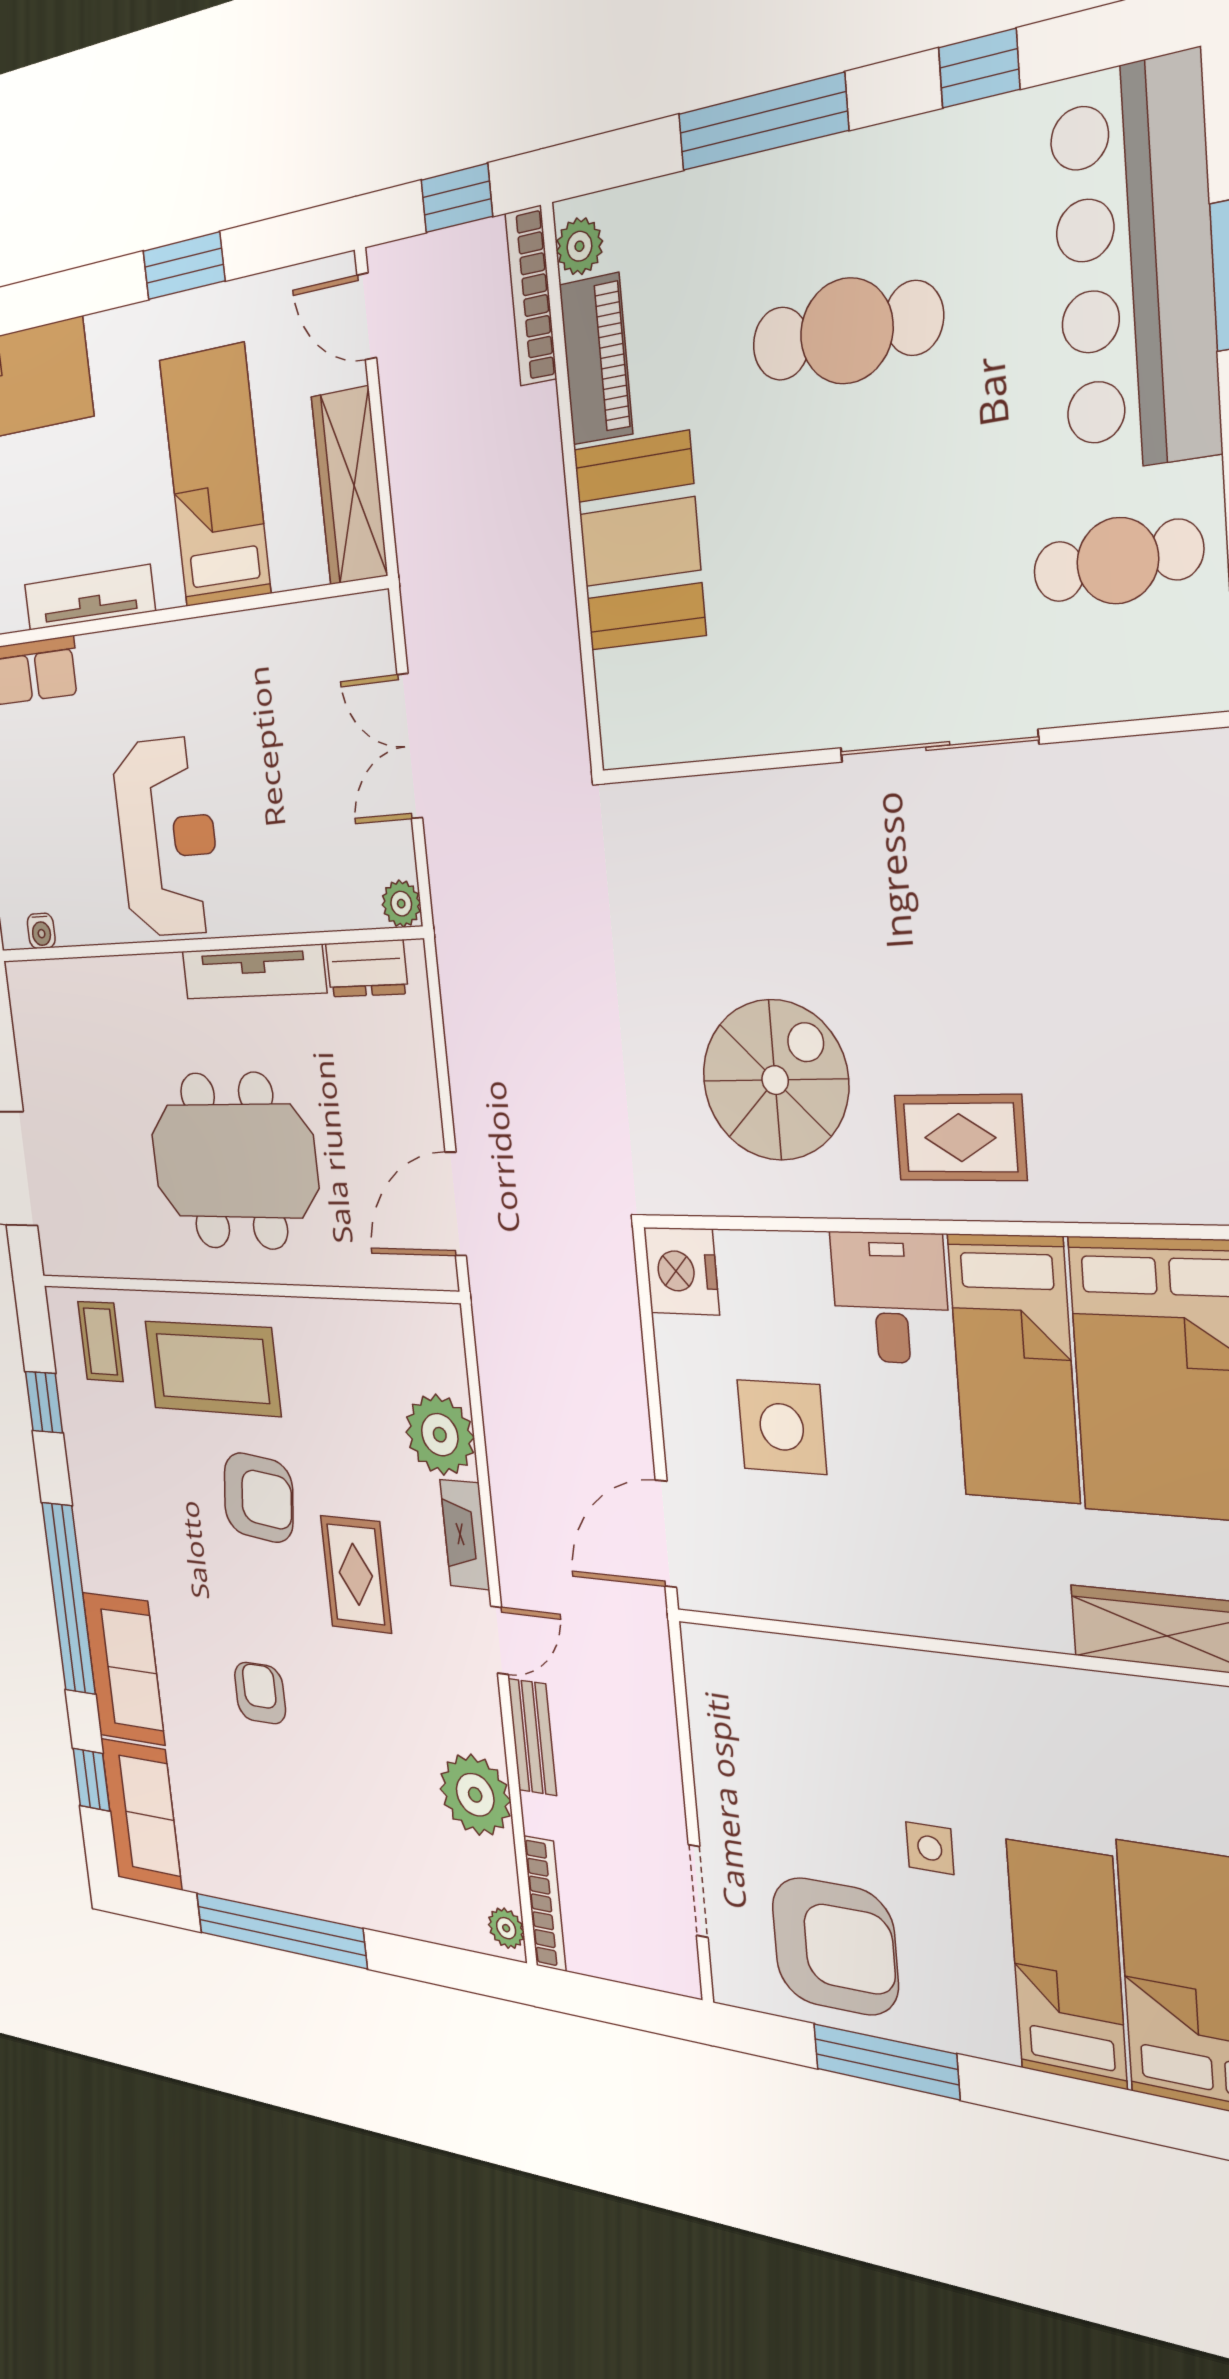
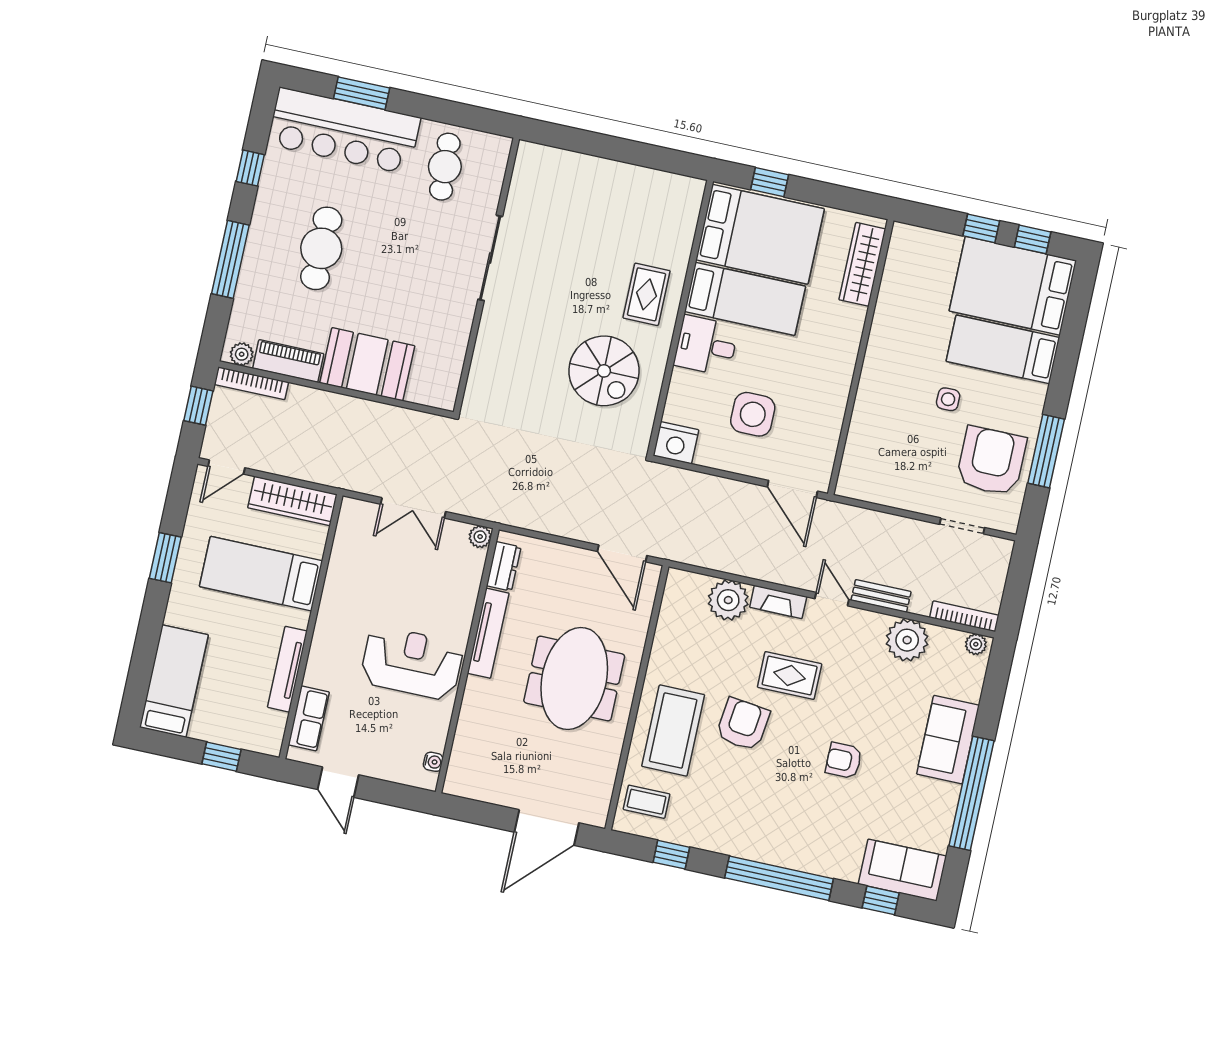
spiral stairs: (775, 1080) -> (604, 371), turned 180
sofa: (124, 1669) -> (948, 740), moved, turned -90

